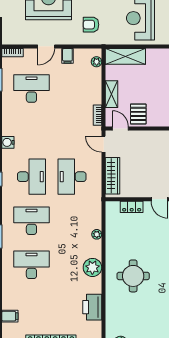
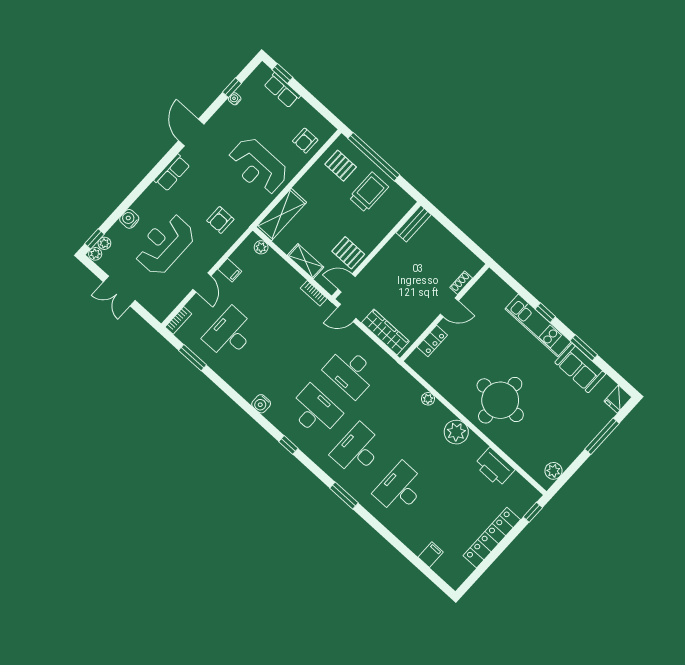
round table: (133, 276) -> (500, 400), width x1.36, depth x1.36

